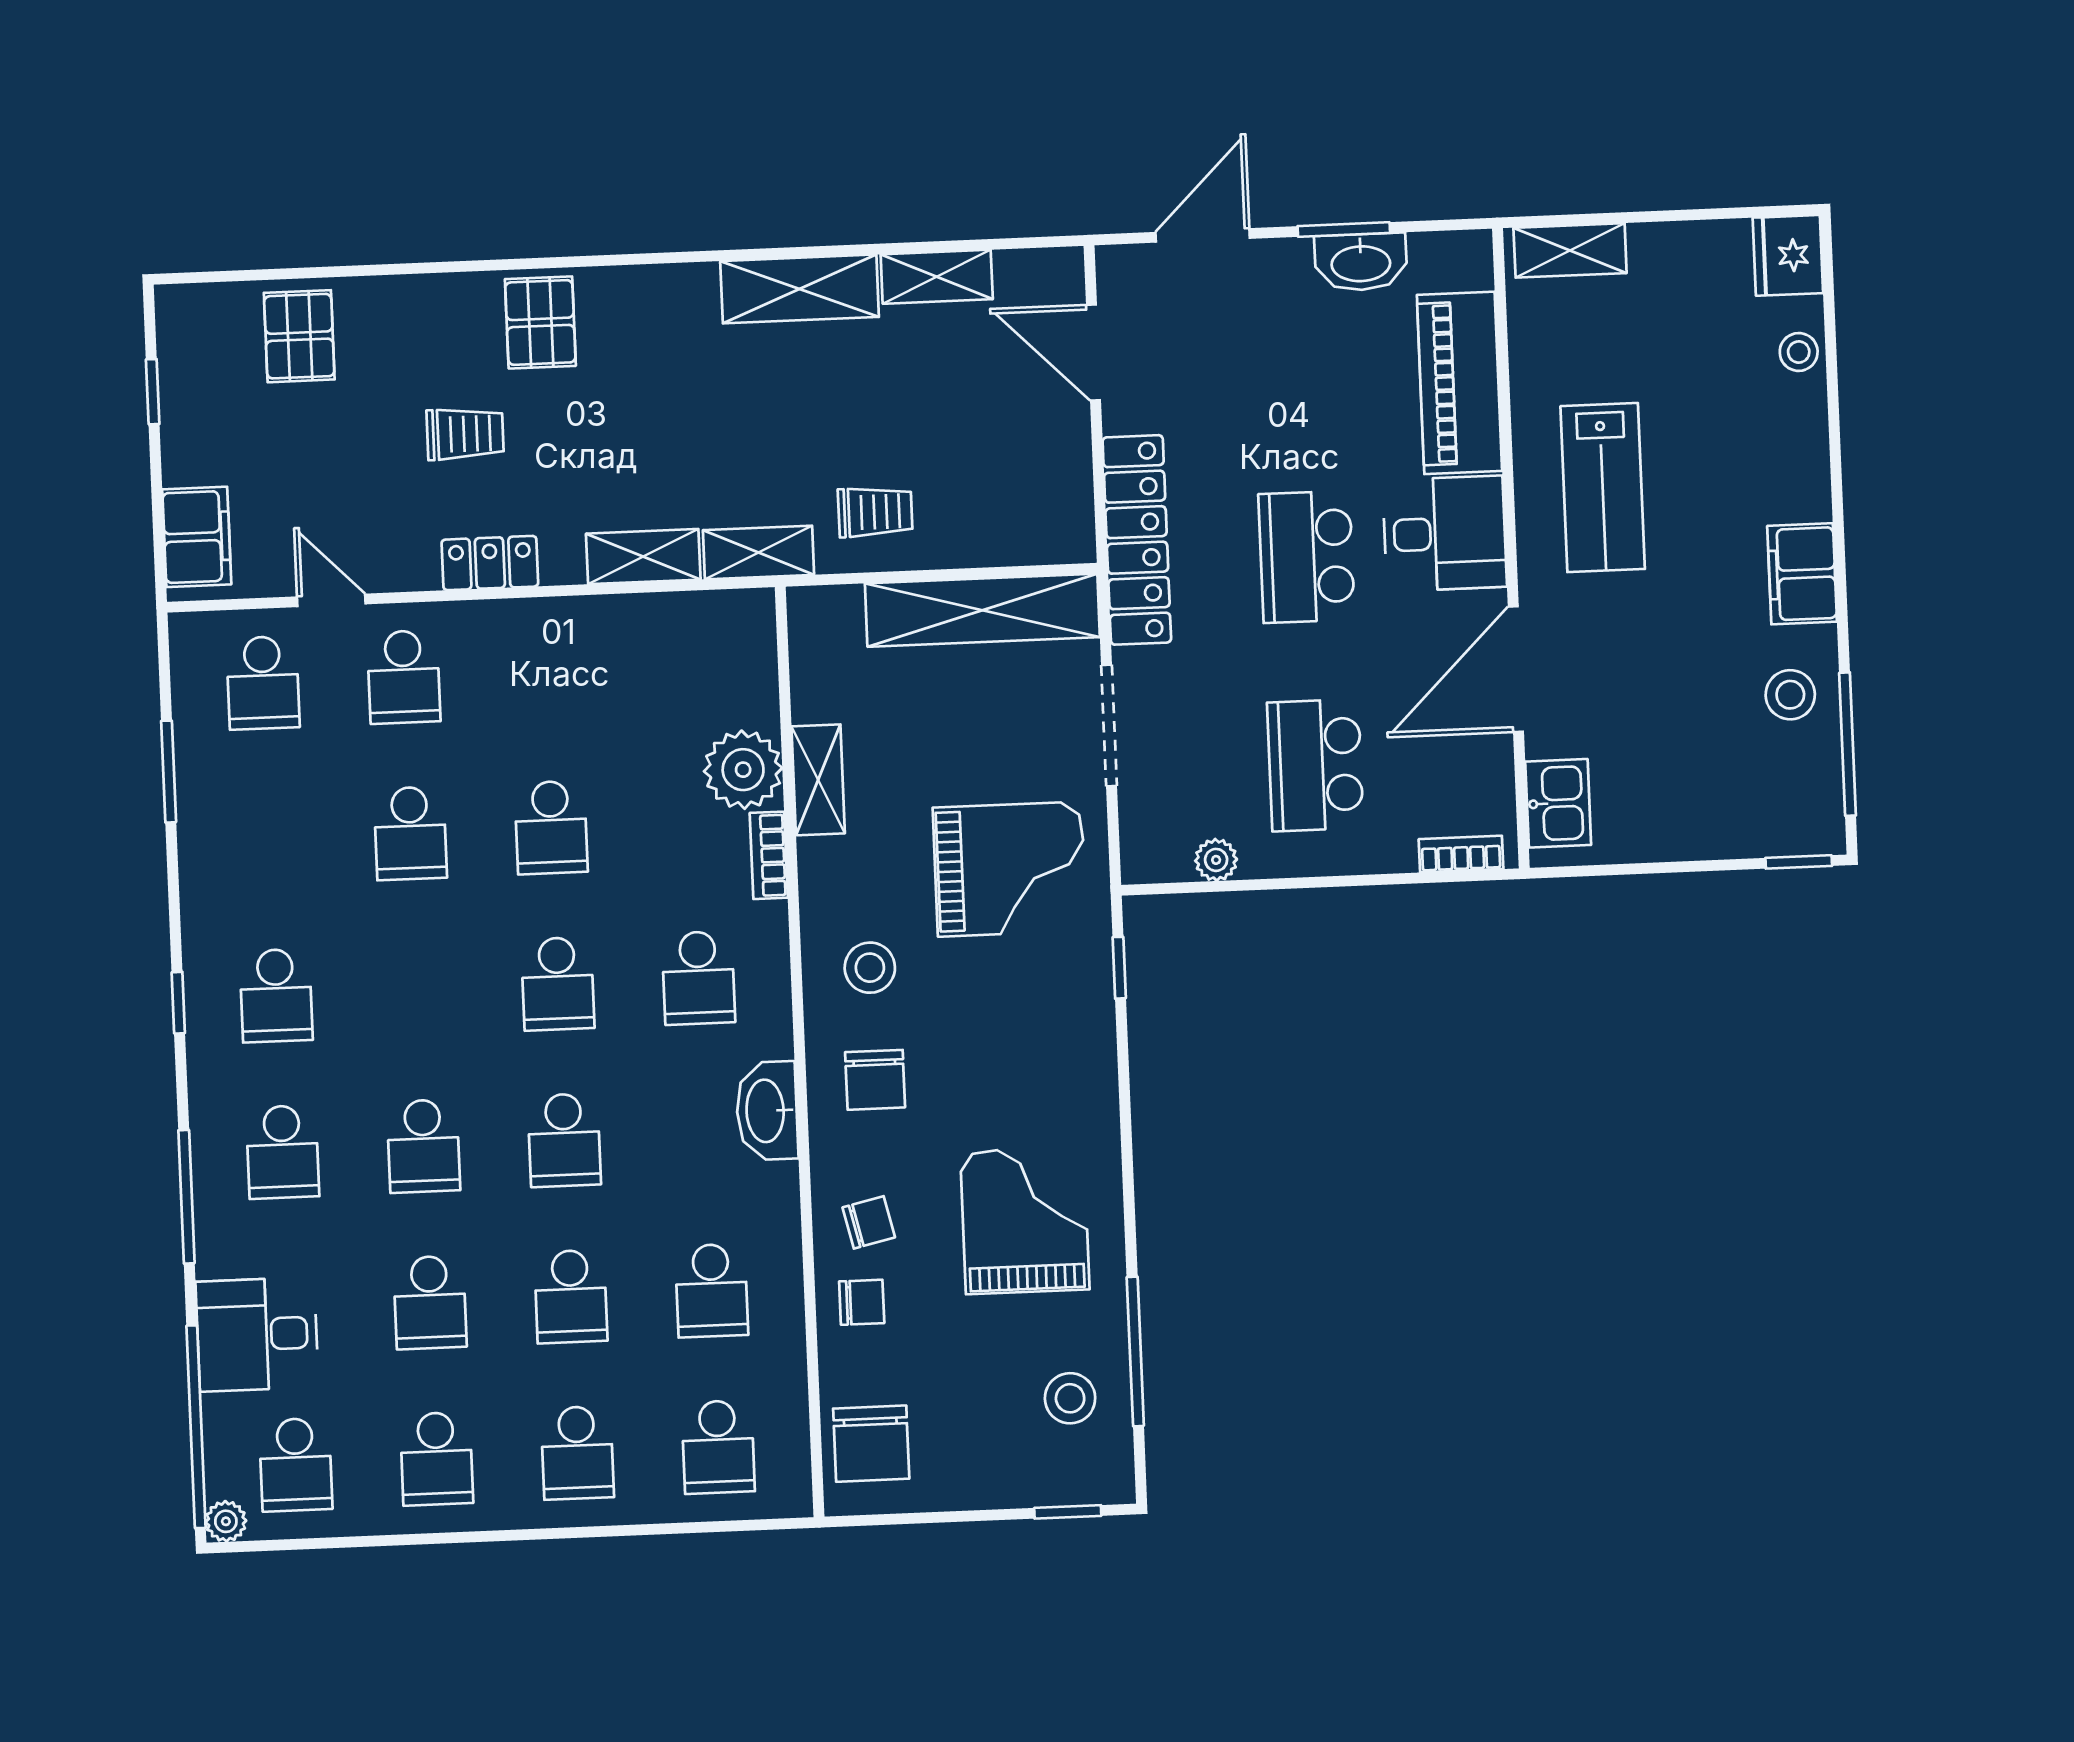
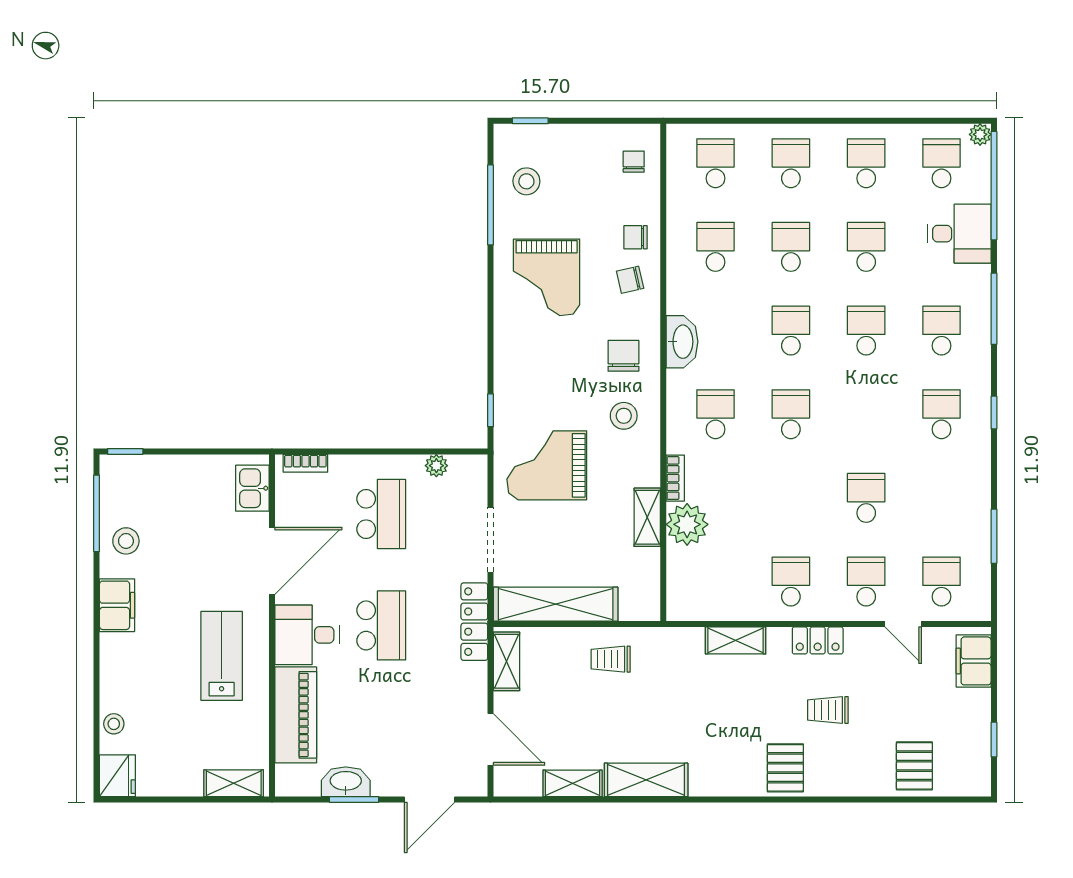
locker: (1137, 540) -> (474, 622), width x0.71, depth x0.83
shelving: (758, 552) -> (507, 661), moved, turned 90
school desk: (551, 827) -> (791, 582), moved
chair: (871, 1444) -> (634, 162), width x0.54, depth x0.54

